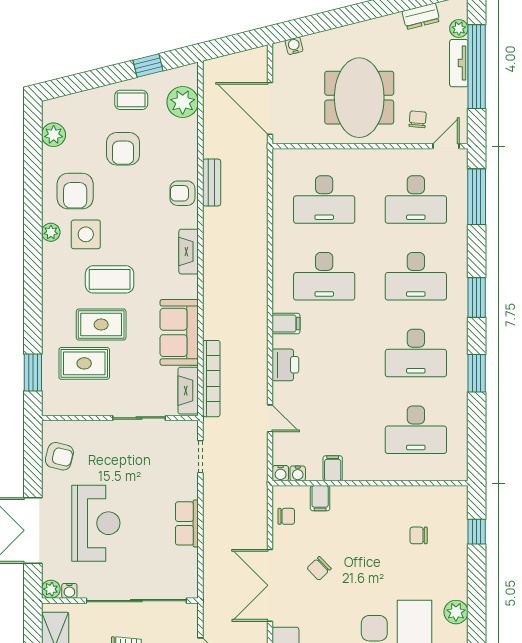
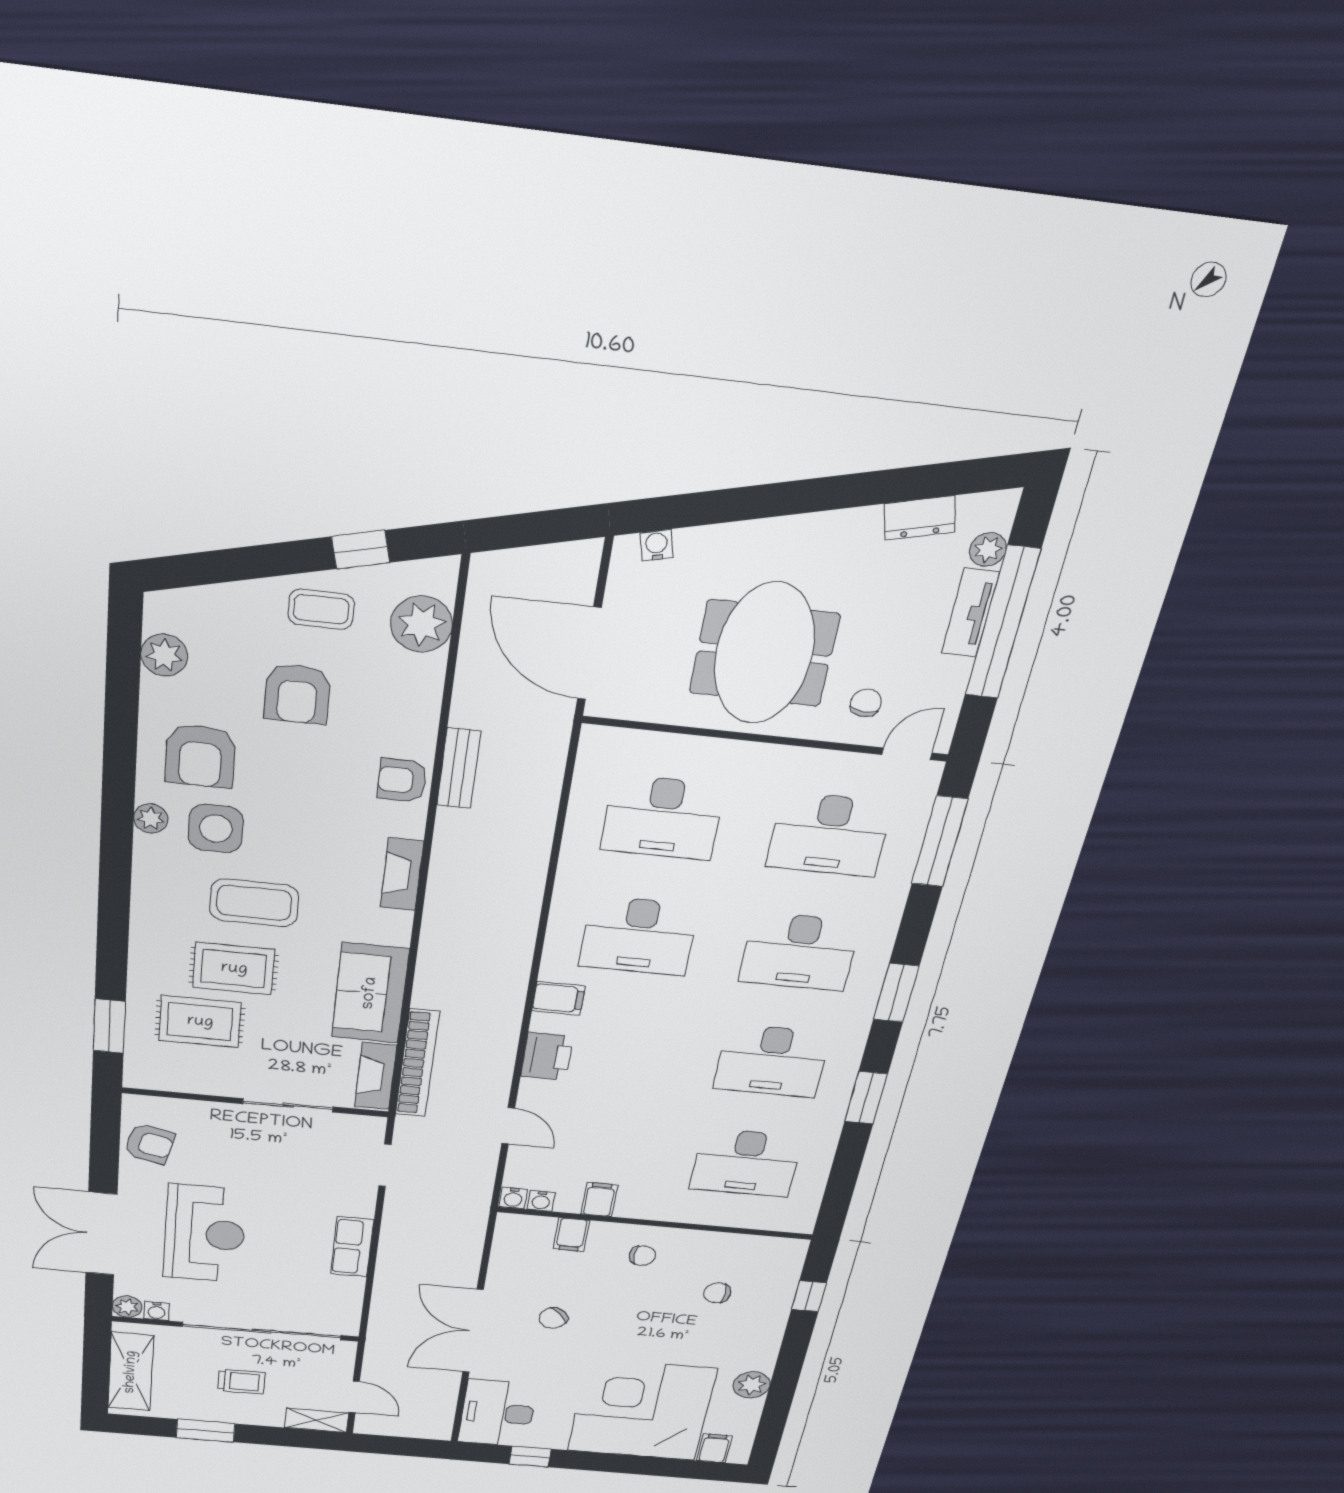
chair: (286, 516) -> (642, 1256), moved

